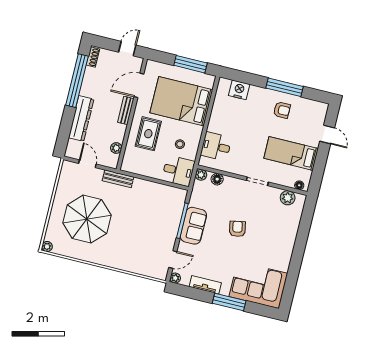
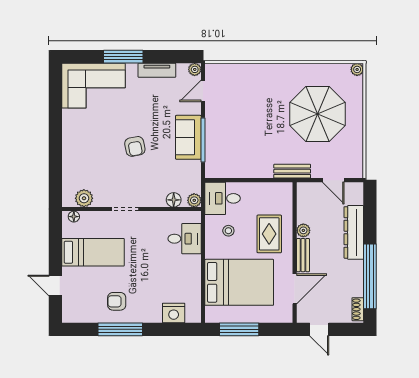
door: (127, 49) -> (319, 329), hinge flipped
plant: (116, 148) -> (303, 230), moved

